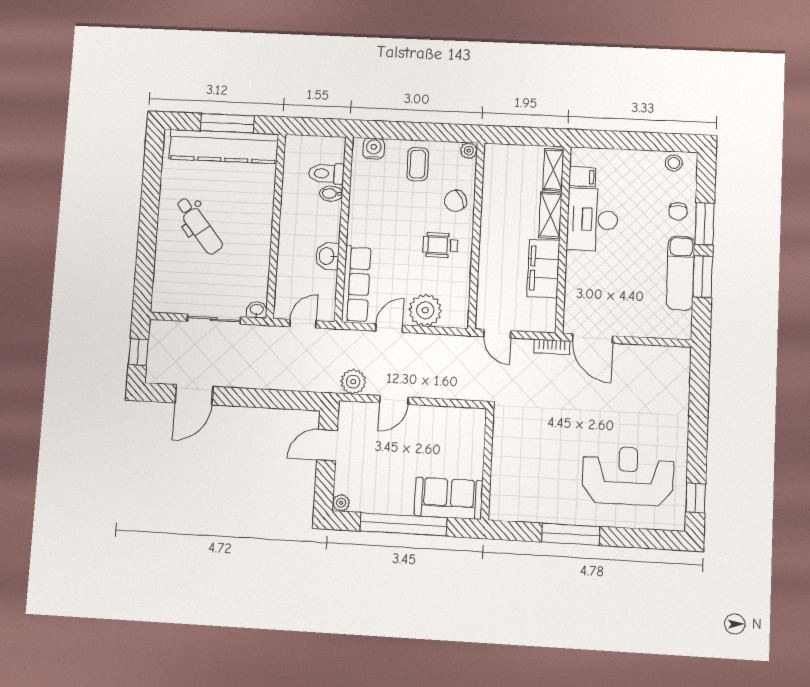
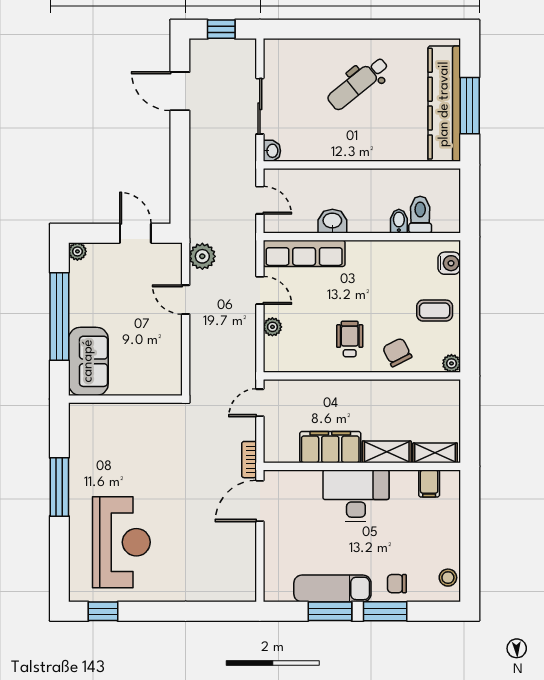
desk: (592, 220) -> (356, 496), moved
plant: (425, 310) -> (272, 327), width x0.53, depth x0.53

